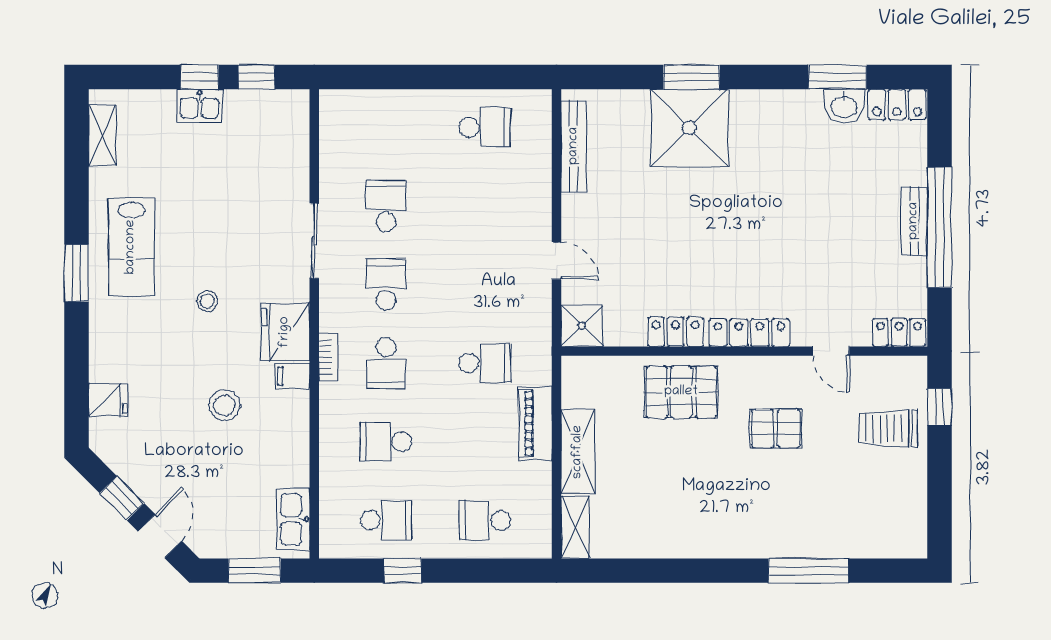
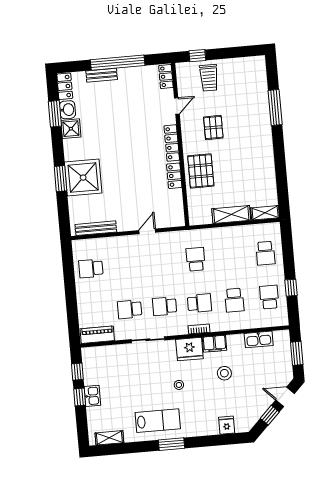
school desk: (485, 127) -> (91, 268), turned -90
bench: (914, 221) -> (102, 75), moved
shower: (582, 326) -> (71, 129), moved
filing cabinet: (292, 376) -> (215, 344), width x2.00
piano: (535, 423) -> (97, 335), moved, turned 180
kitchen sink: (293, 519) -> (259, 339), moved

